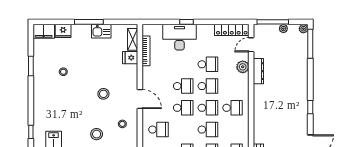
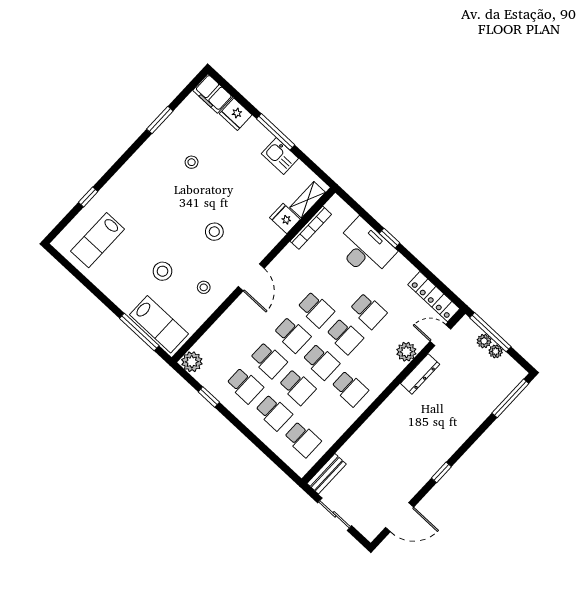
plant: (303, 29) -> (484, 341), moved
school desk: (158, 130) -> (269, 360), moved

